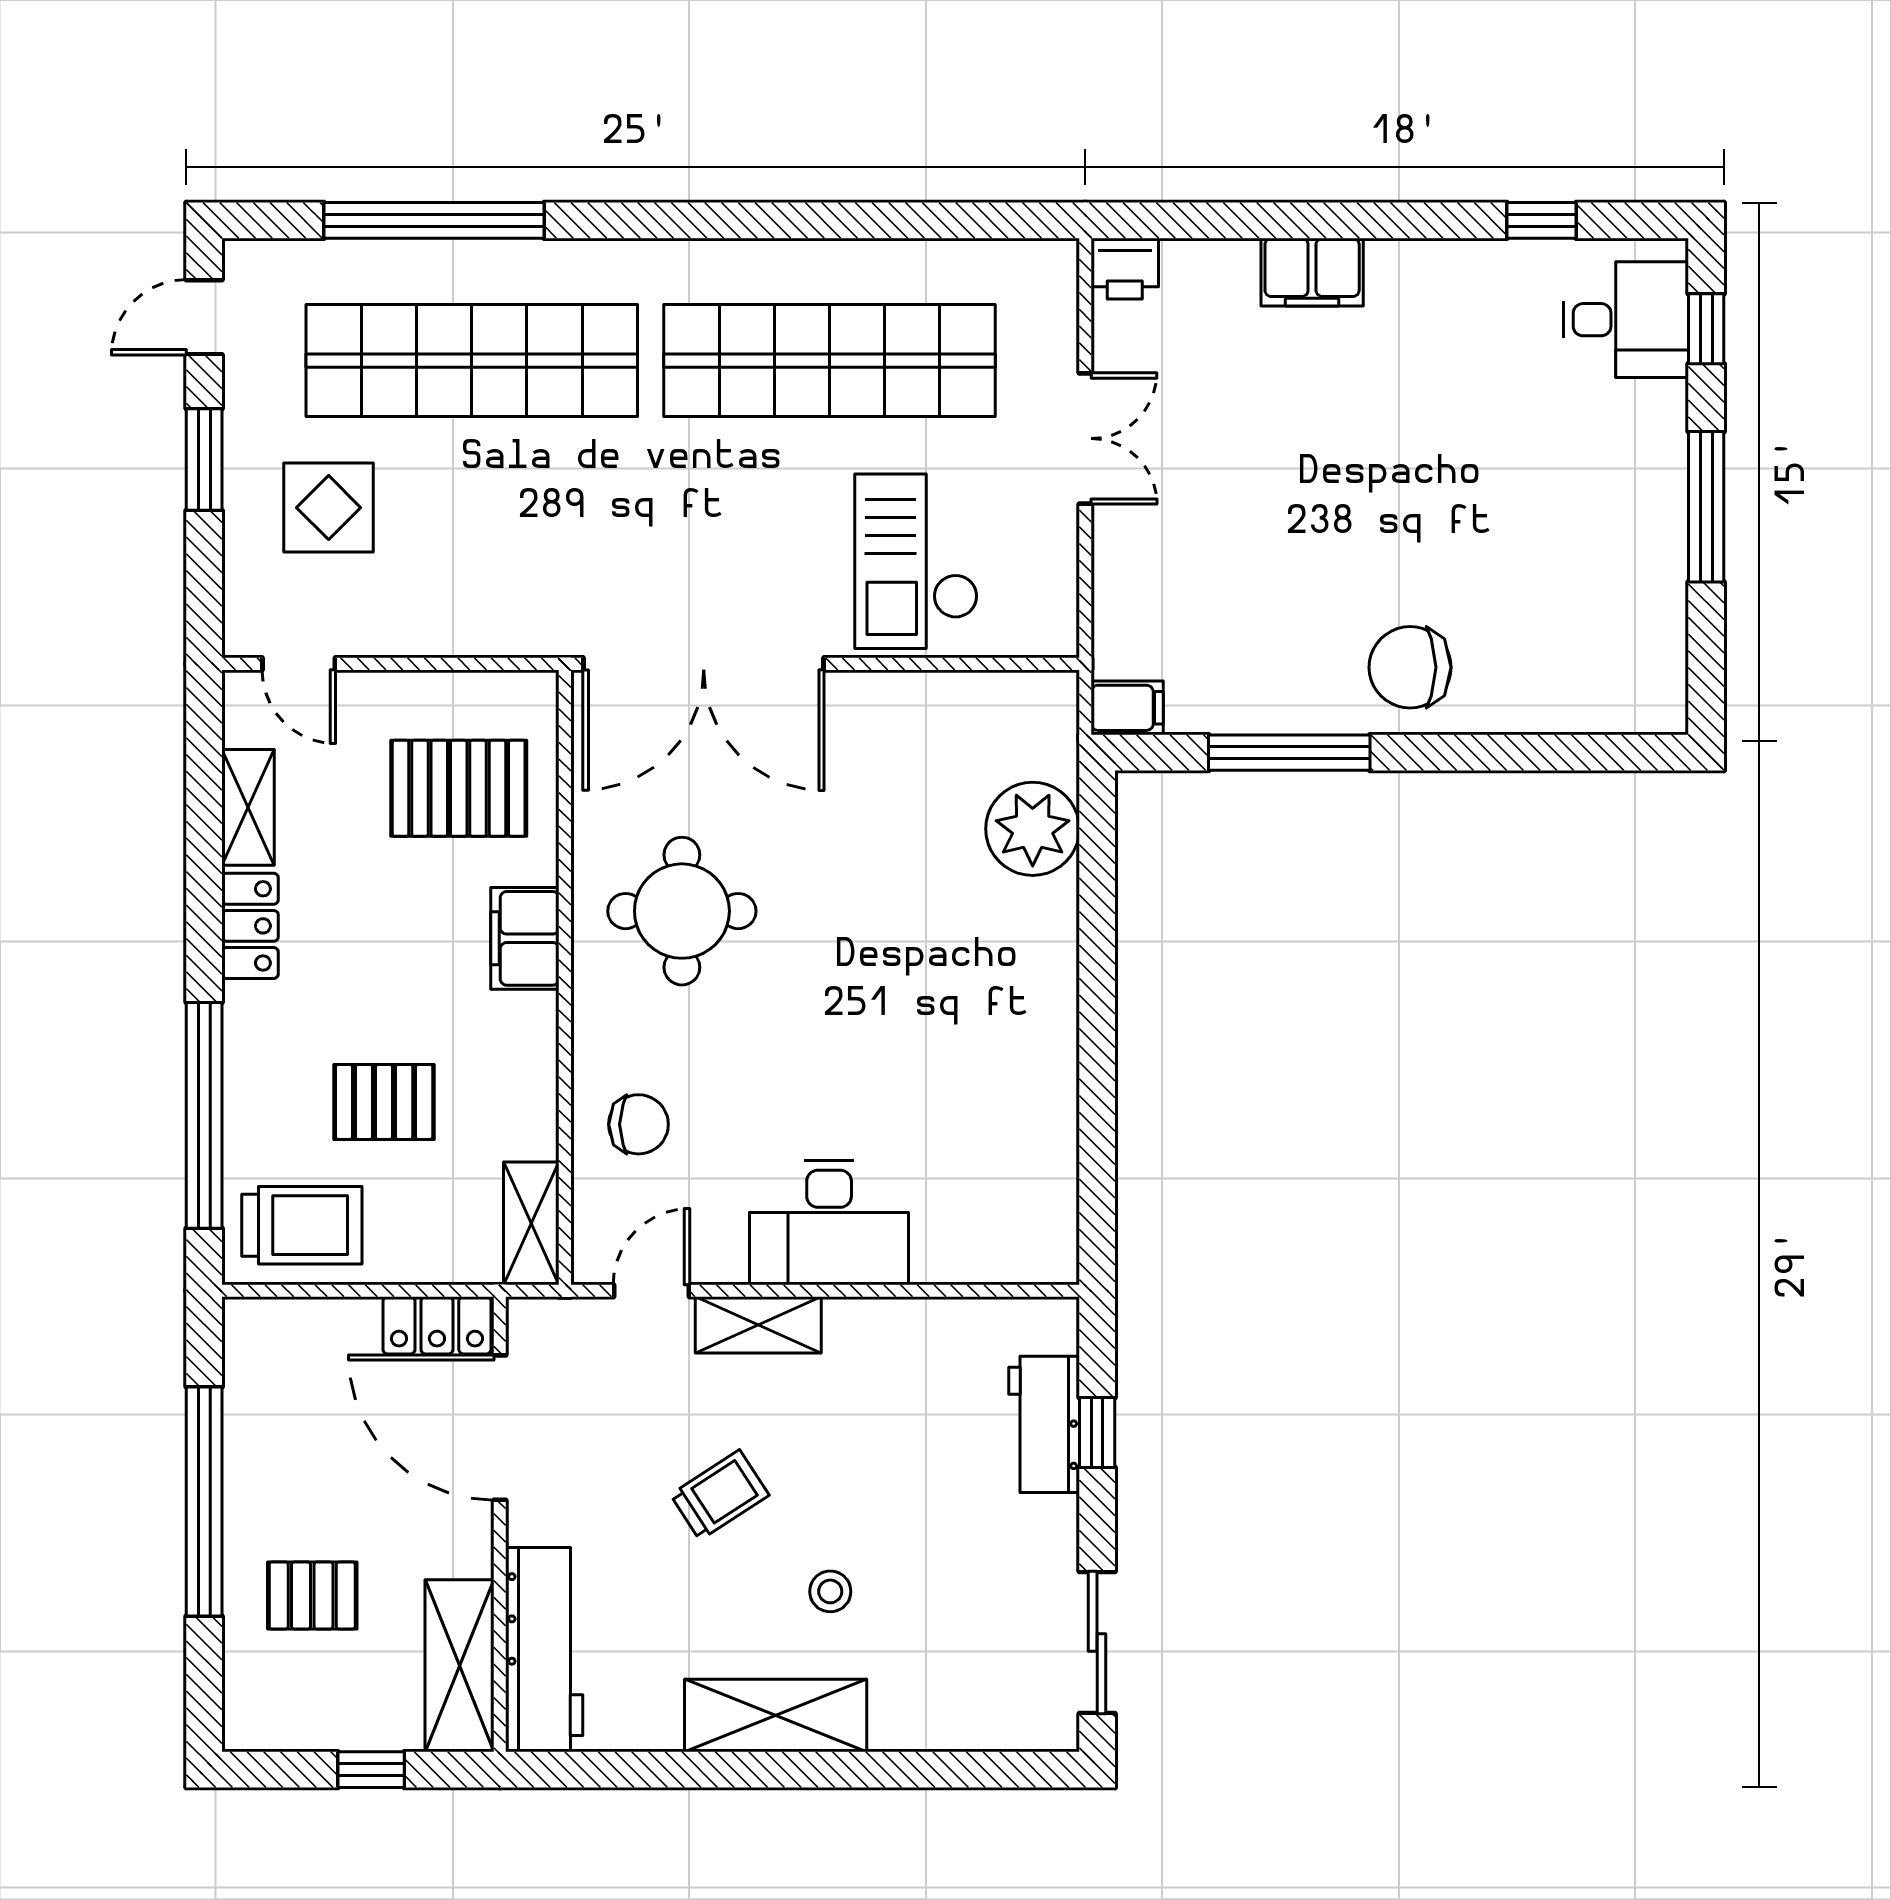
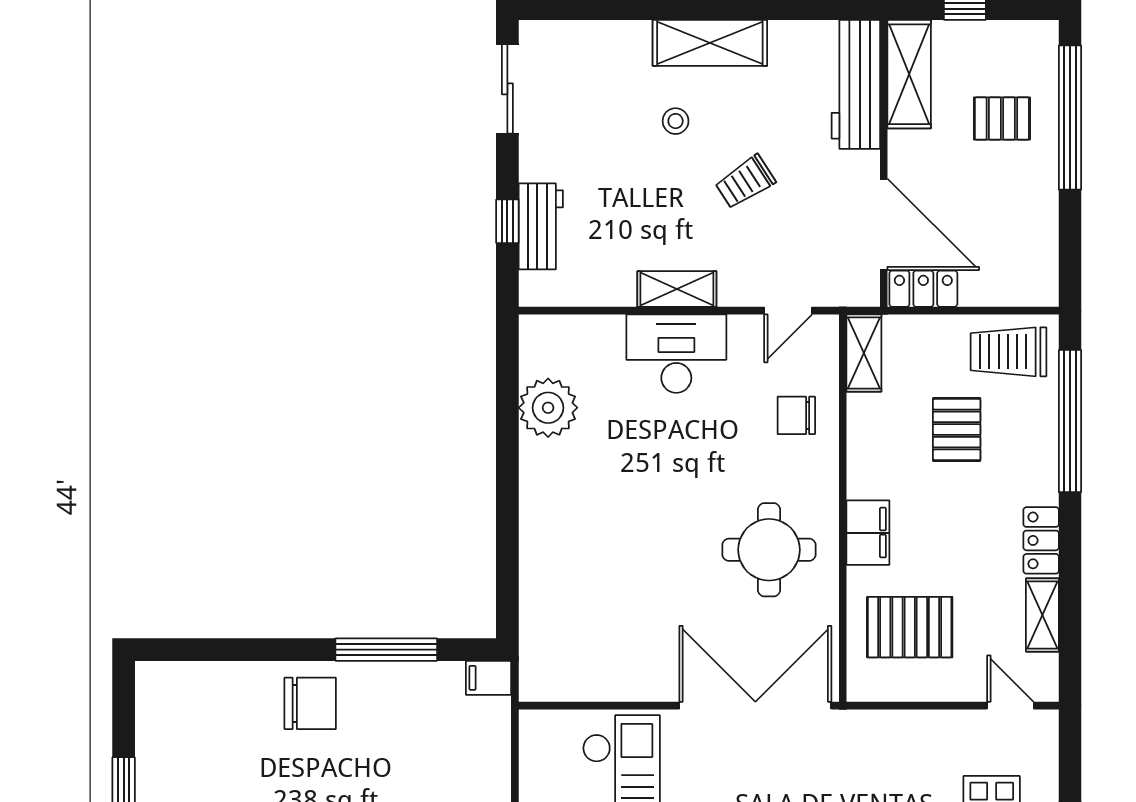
plant: (1033, 829) -> (548, 408), moved
pallet: (384, 1102) -> (957, 430), turned 90
shelving: (758, 1325) -> (677, 289), moved
window: (204, 1502) -> (1070, 118), moved

